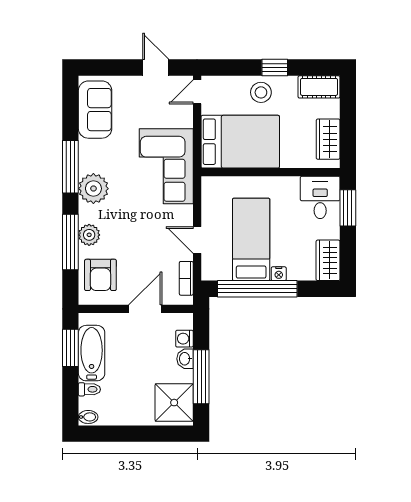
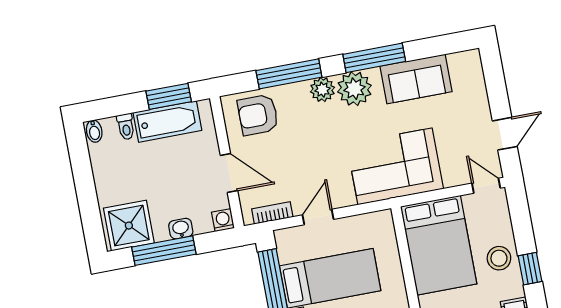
sofa: (95, 110) -> (416, 79), moved
plant: (89, 235) -> (322, 90), moved
washing machine: (184, 339) -> (223, 220), moved

